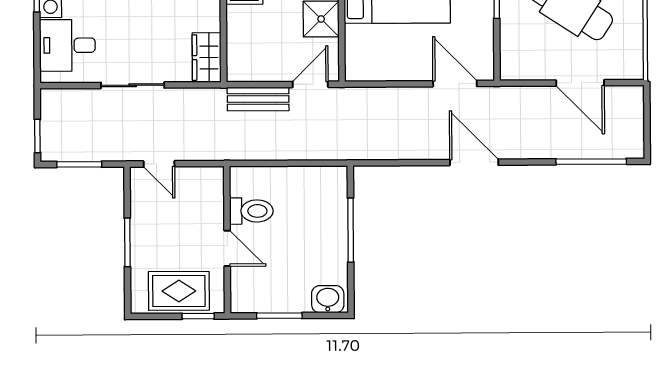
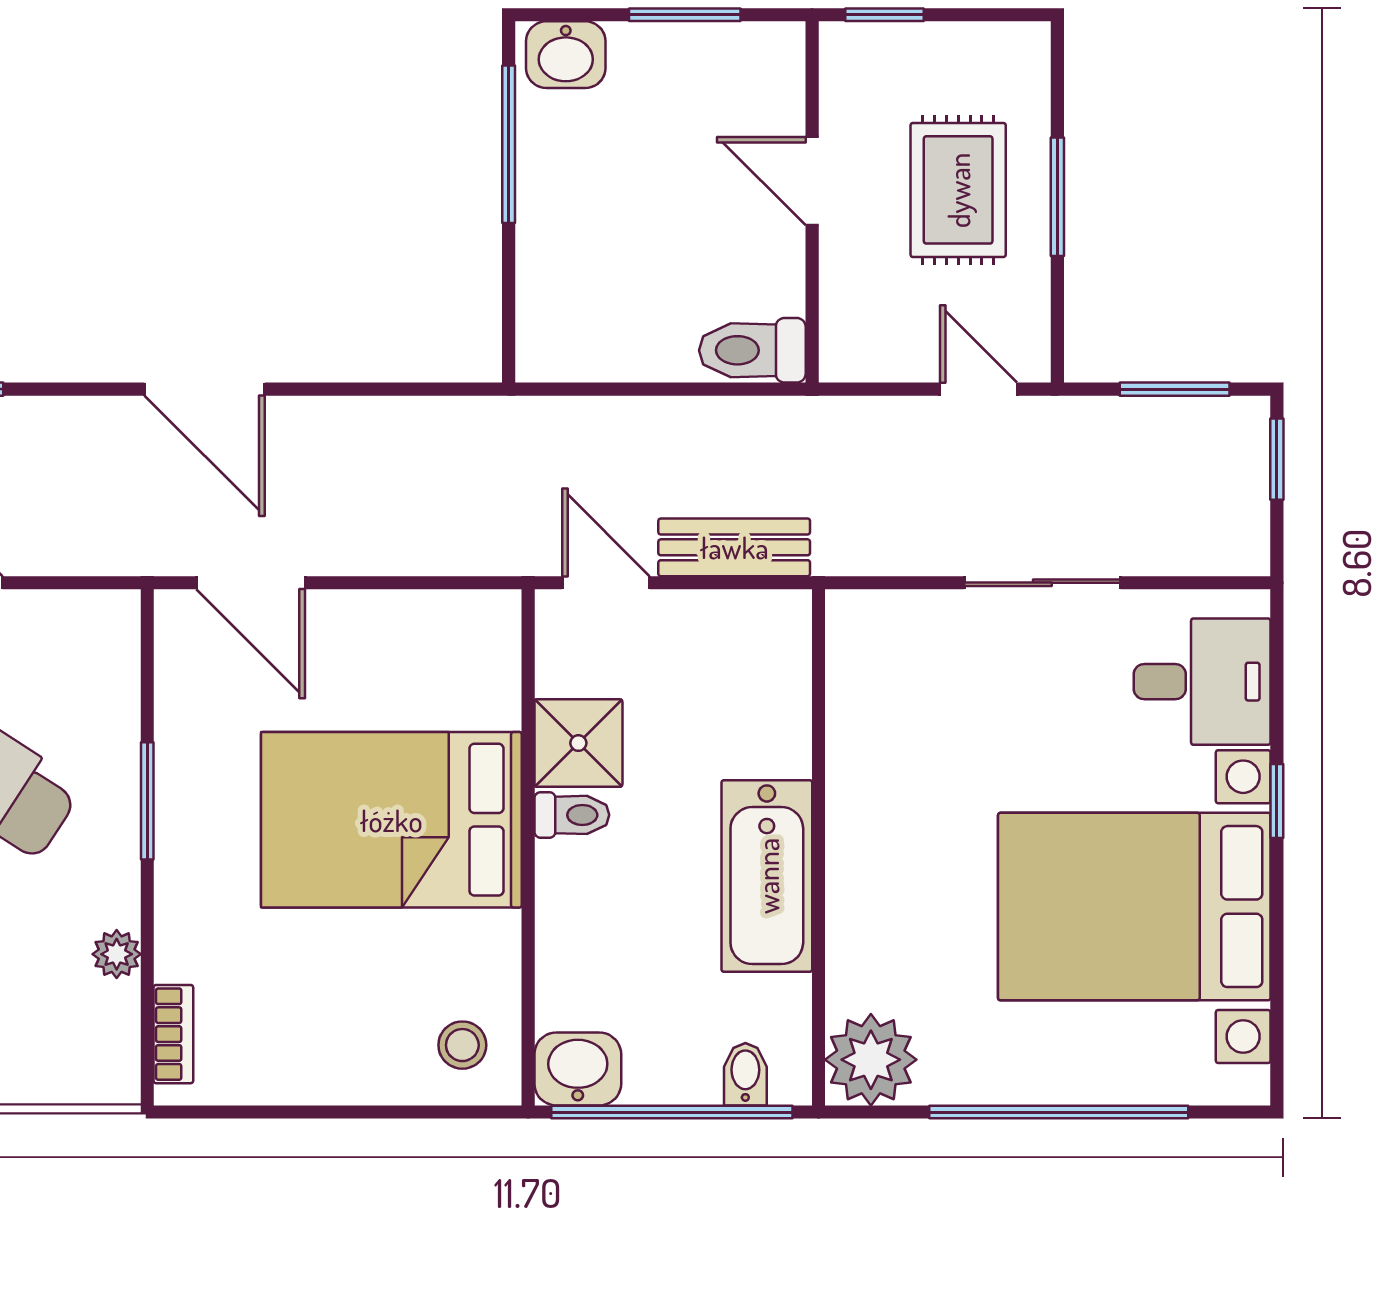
wardrobe: (207, 57) -> (860, 650), removed
door: (310, 84) -> (606, 583), swing flipped
toilet: (251, 211) -> (752, 350), moved
window: (351, 230) -> (509, 144), moved
rug: (179, 291) -> (958, 190), moved, turned 90

